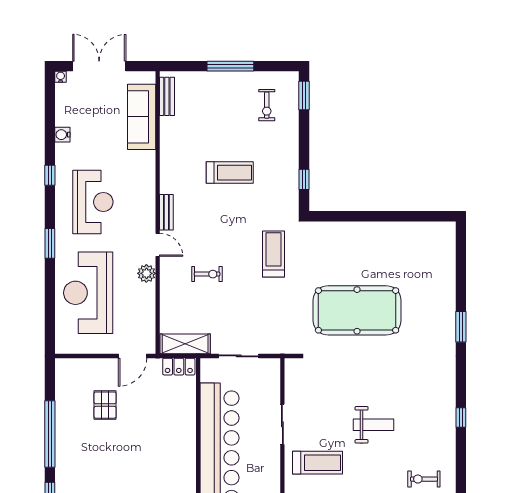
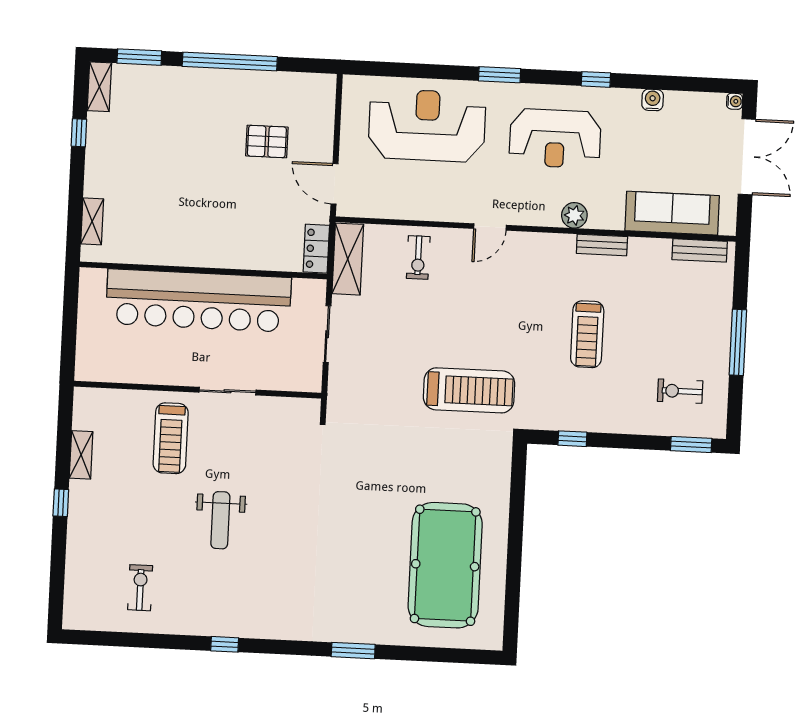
bench: (166, 212) -> (602, 245), moved
treadmill: (273, 254) -> (469, 390), width x1.37, depth x1.38
plant: (146, 273) -> (574, 215), moved
exercise bike: (207, 274) -> (418, 257), moved
pool table: (357, 310) -> (445, 565), moved

